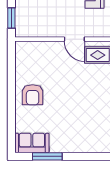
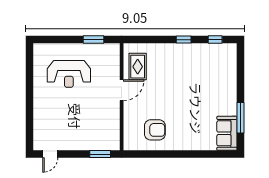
armchair: (33, 95) -> (155, 130), moved

